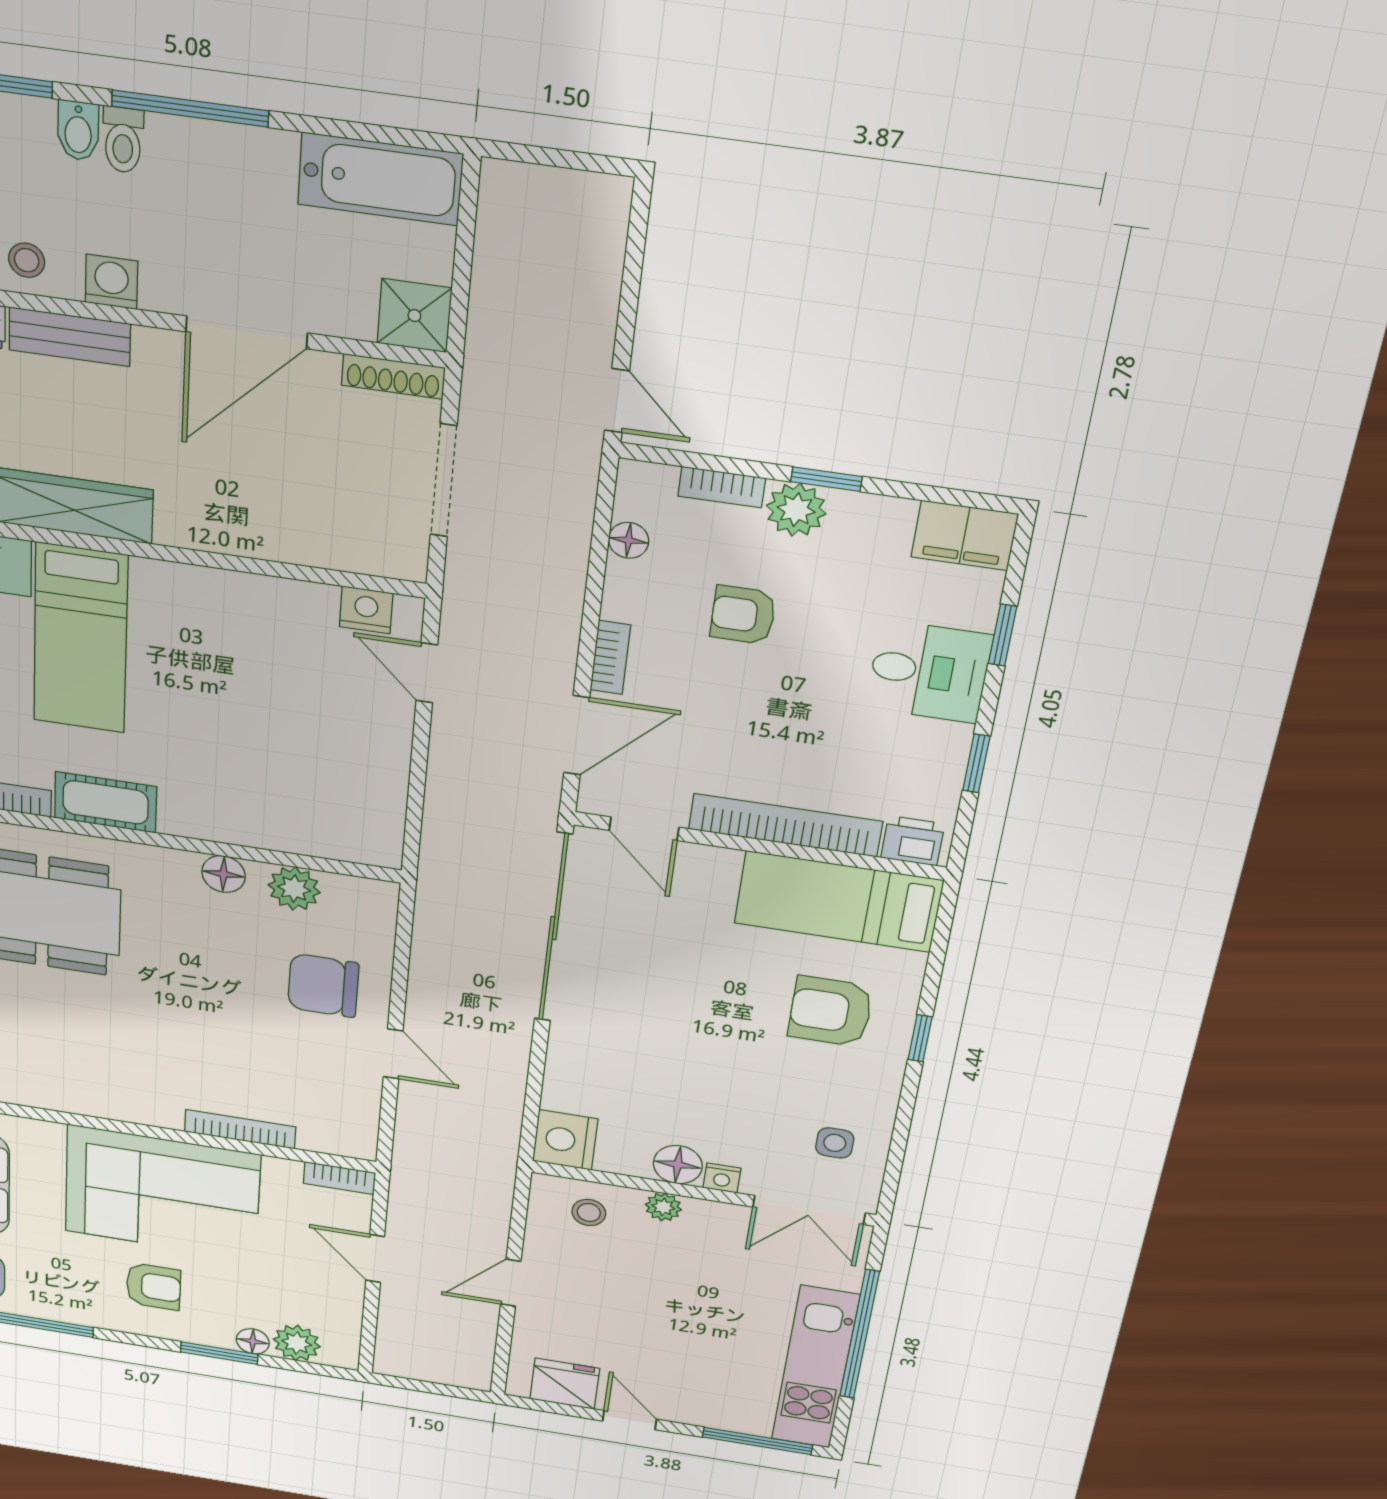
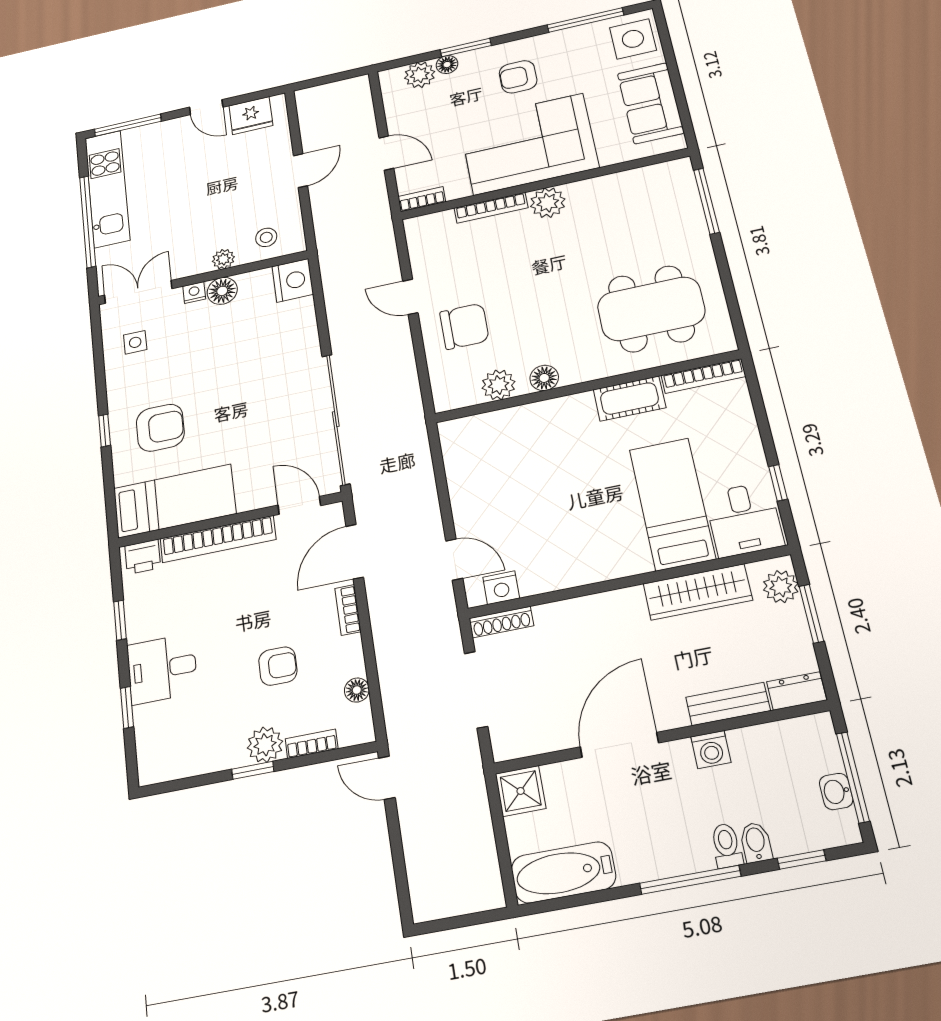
stool: (27, 260) -> (767, 746), removed
shoe rack: (393, 376) -> (501, 622), moved, turned 180
filing cabinet: (965, 535) -> (165, 763), removed
plant: (155, 1106) -> (548, 203), added

